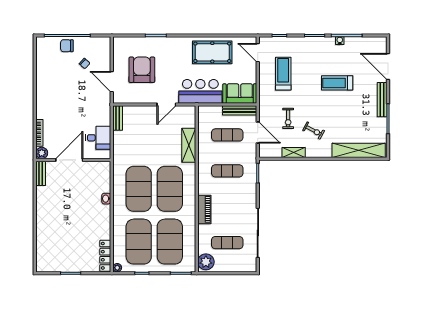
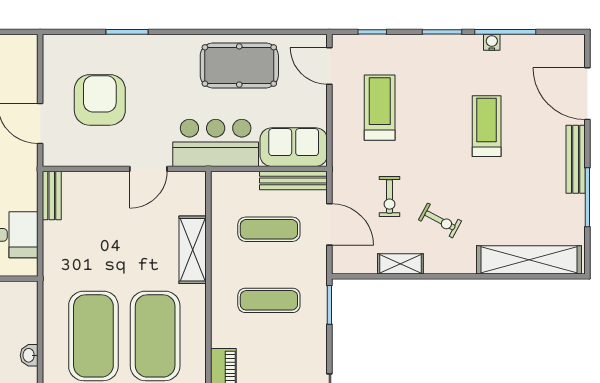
treadmill: (337, 83) -> (487, 126), turned 90

